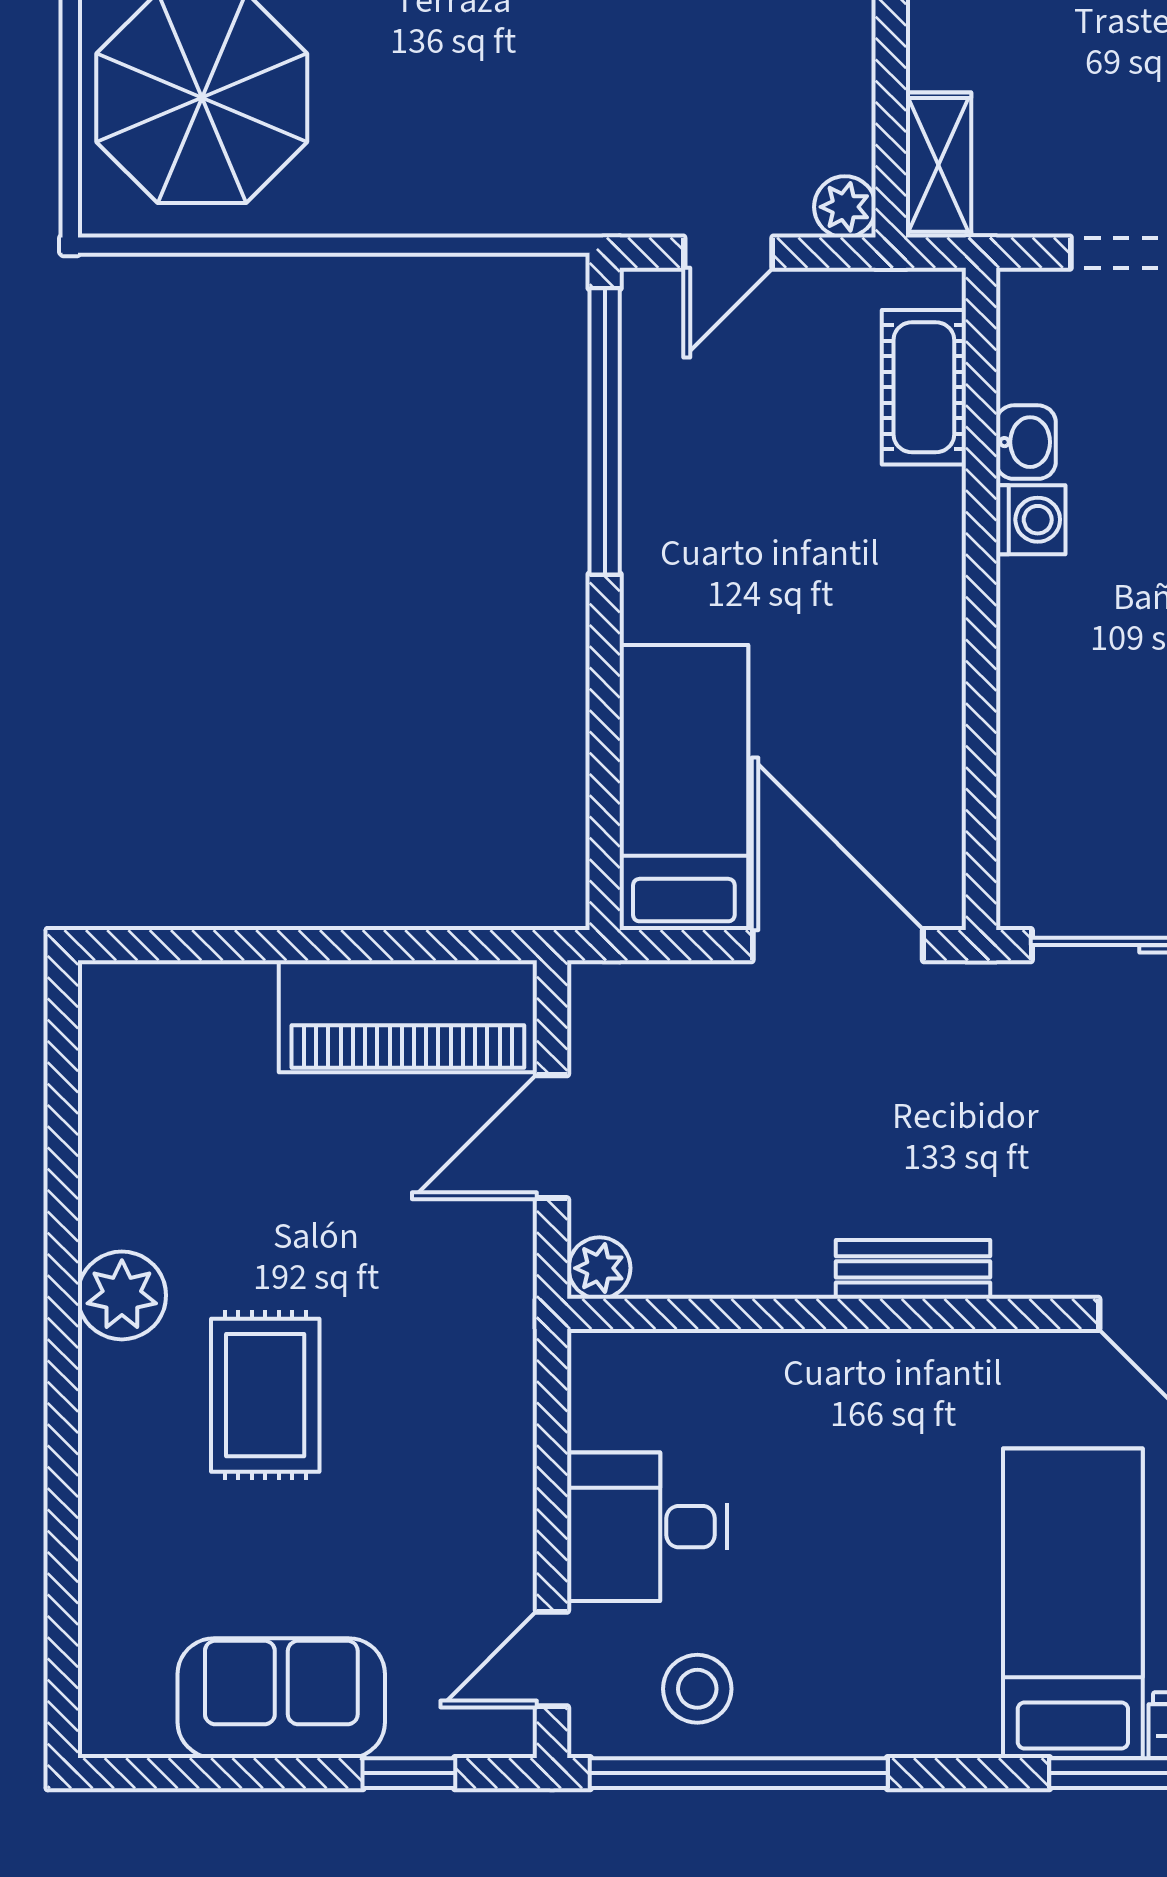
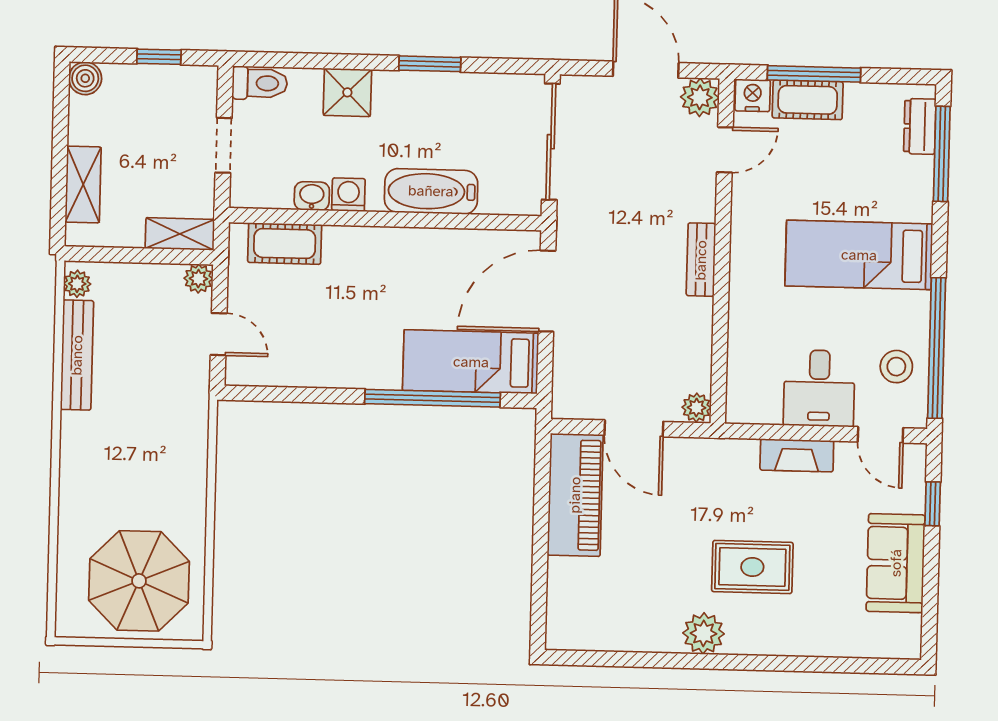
window: (605, 431) -> (433, 398), moved
bathtub: (1042, 694) -> (431, 191), added
fireplace: (504, 1483) -> (797, 455), added
bed: (1073, 1603) -> (859, 255), moved

